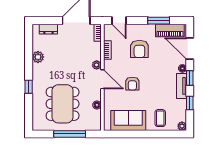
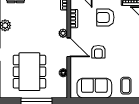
armchair: (139, 49) -> (105, 17), turned 90

